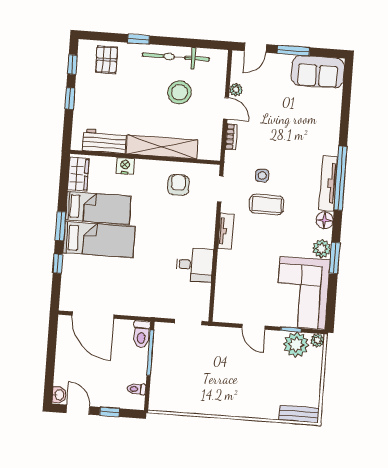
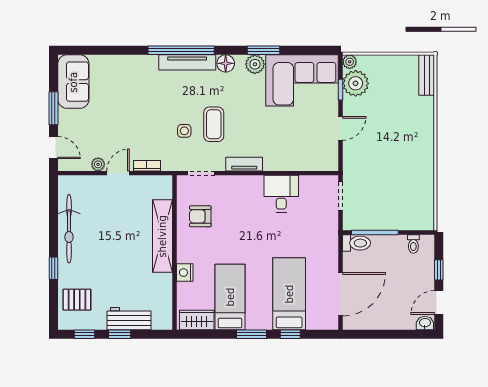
stool: (180, 92) -> (105, 222), removed
workbench: (104, 141) -> (129, 319), moved, turned 90
bed: (99, 240) -> (289, 294), moved

